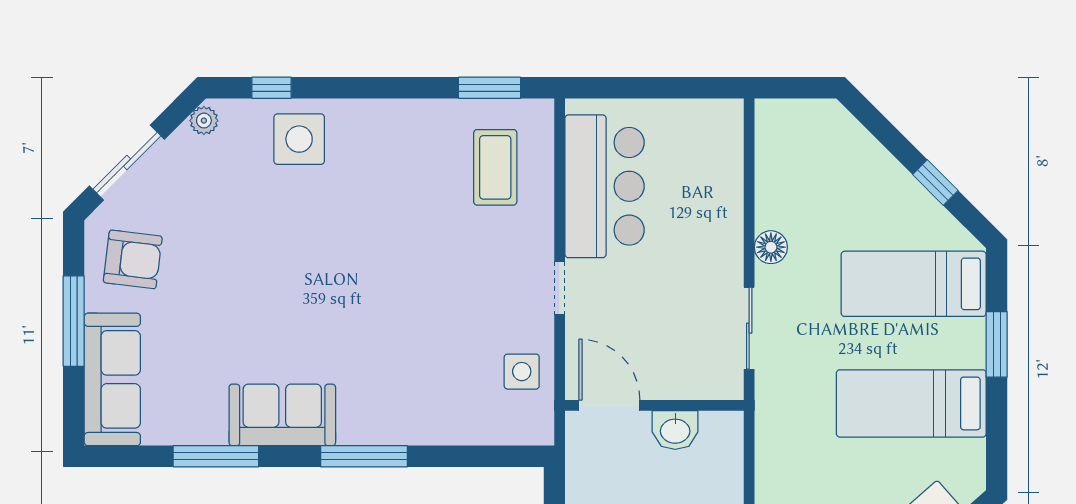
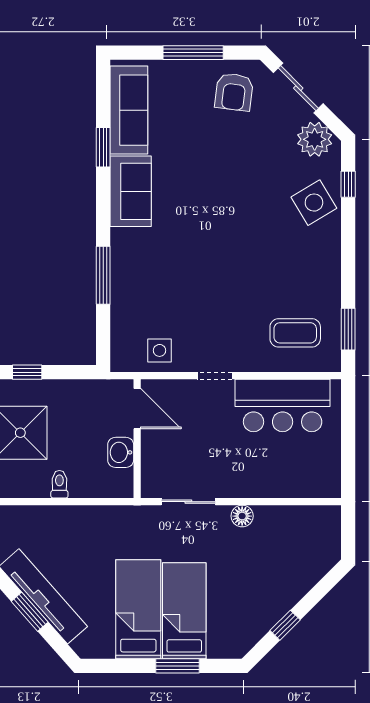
plant: (204, 121) -> (315, 139), width x1.88, depth x1.88
side table: (299, 139) -> (314, 203), turned -31
bed: (914, 284) -> (184, 611), moved
sofa: (112, 379) -> (129, 110), moved, turned -90
door: (609, 405) -> (137, 409), hinge flipped
window: (216, 456) -> (103, 147), width x0.69
window: (364, 456) -> (103, 275), moved

